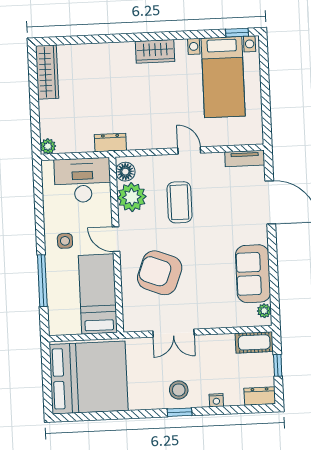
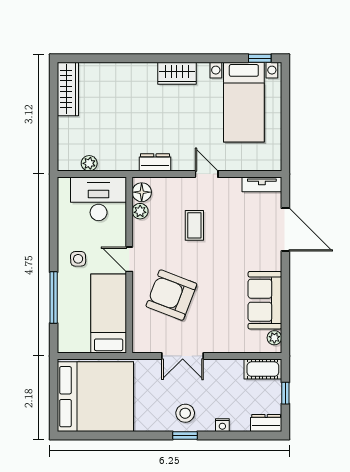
dresser: (110, 143) -> (155, 162), moved
plant: (48, 146) -> (89, 163), moved
plant: (132, 197) -> (140, 211), width x0.53, depth x0.53
coffee table: (179, 202) -> (194, 225), width x0.73, depth x0.77

